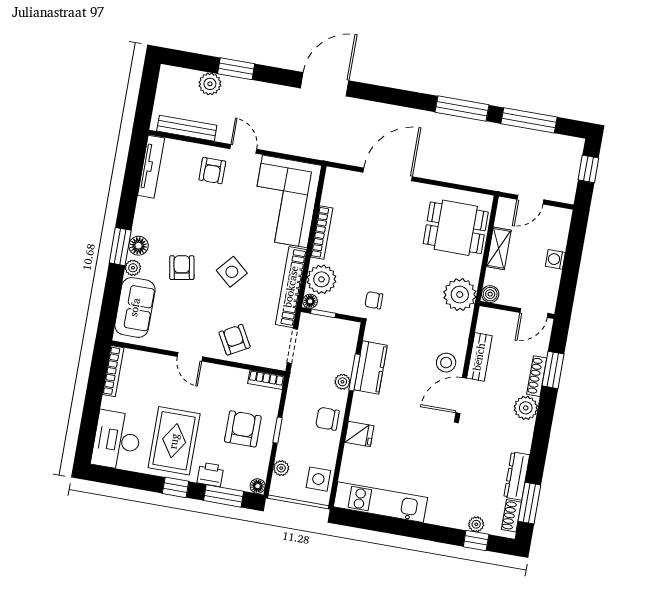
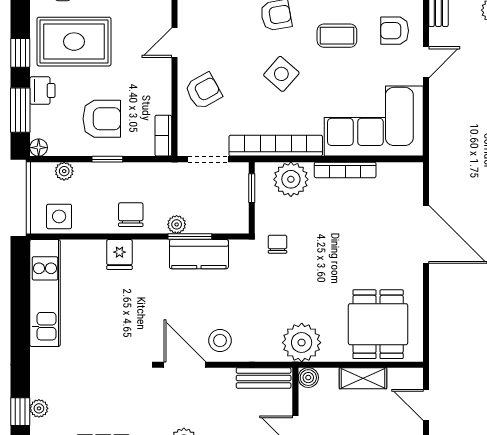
coffee table: (208, 220) -> (337, 36), added
floor lamp: (310, 301) -> (263, 171), removed
bench: (479, 357) -> (264, 378), moved

